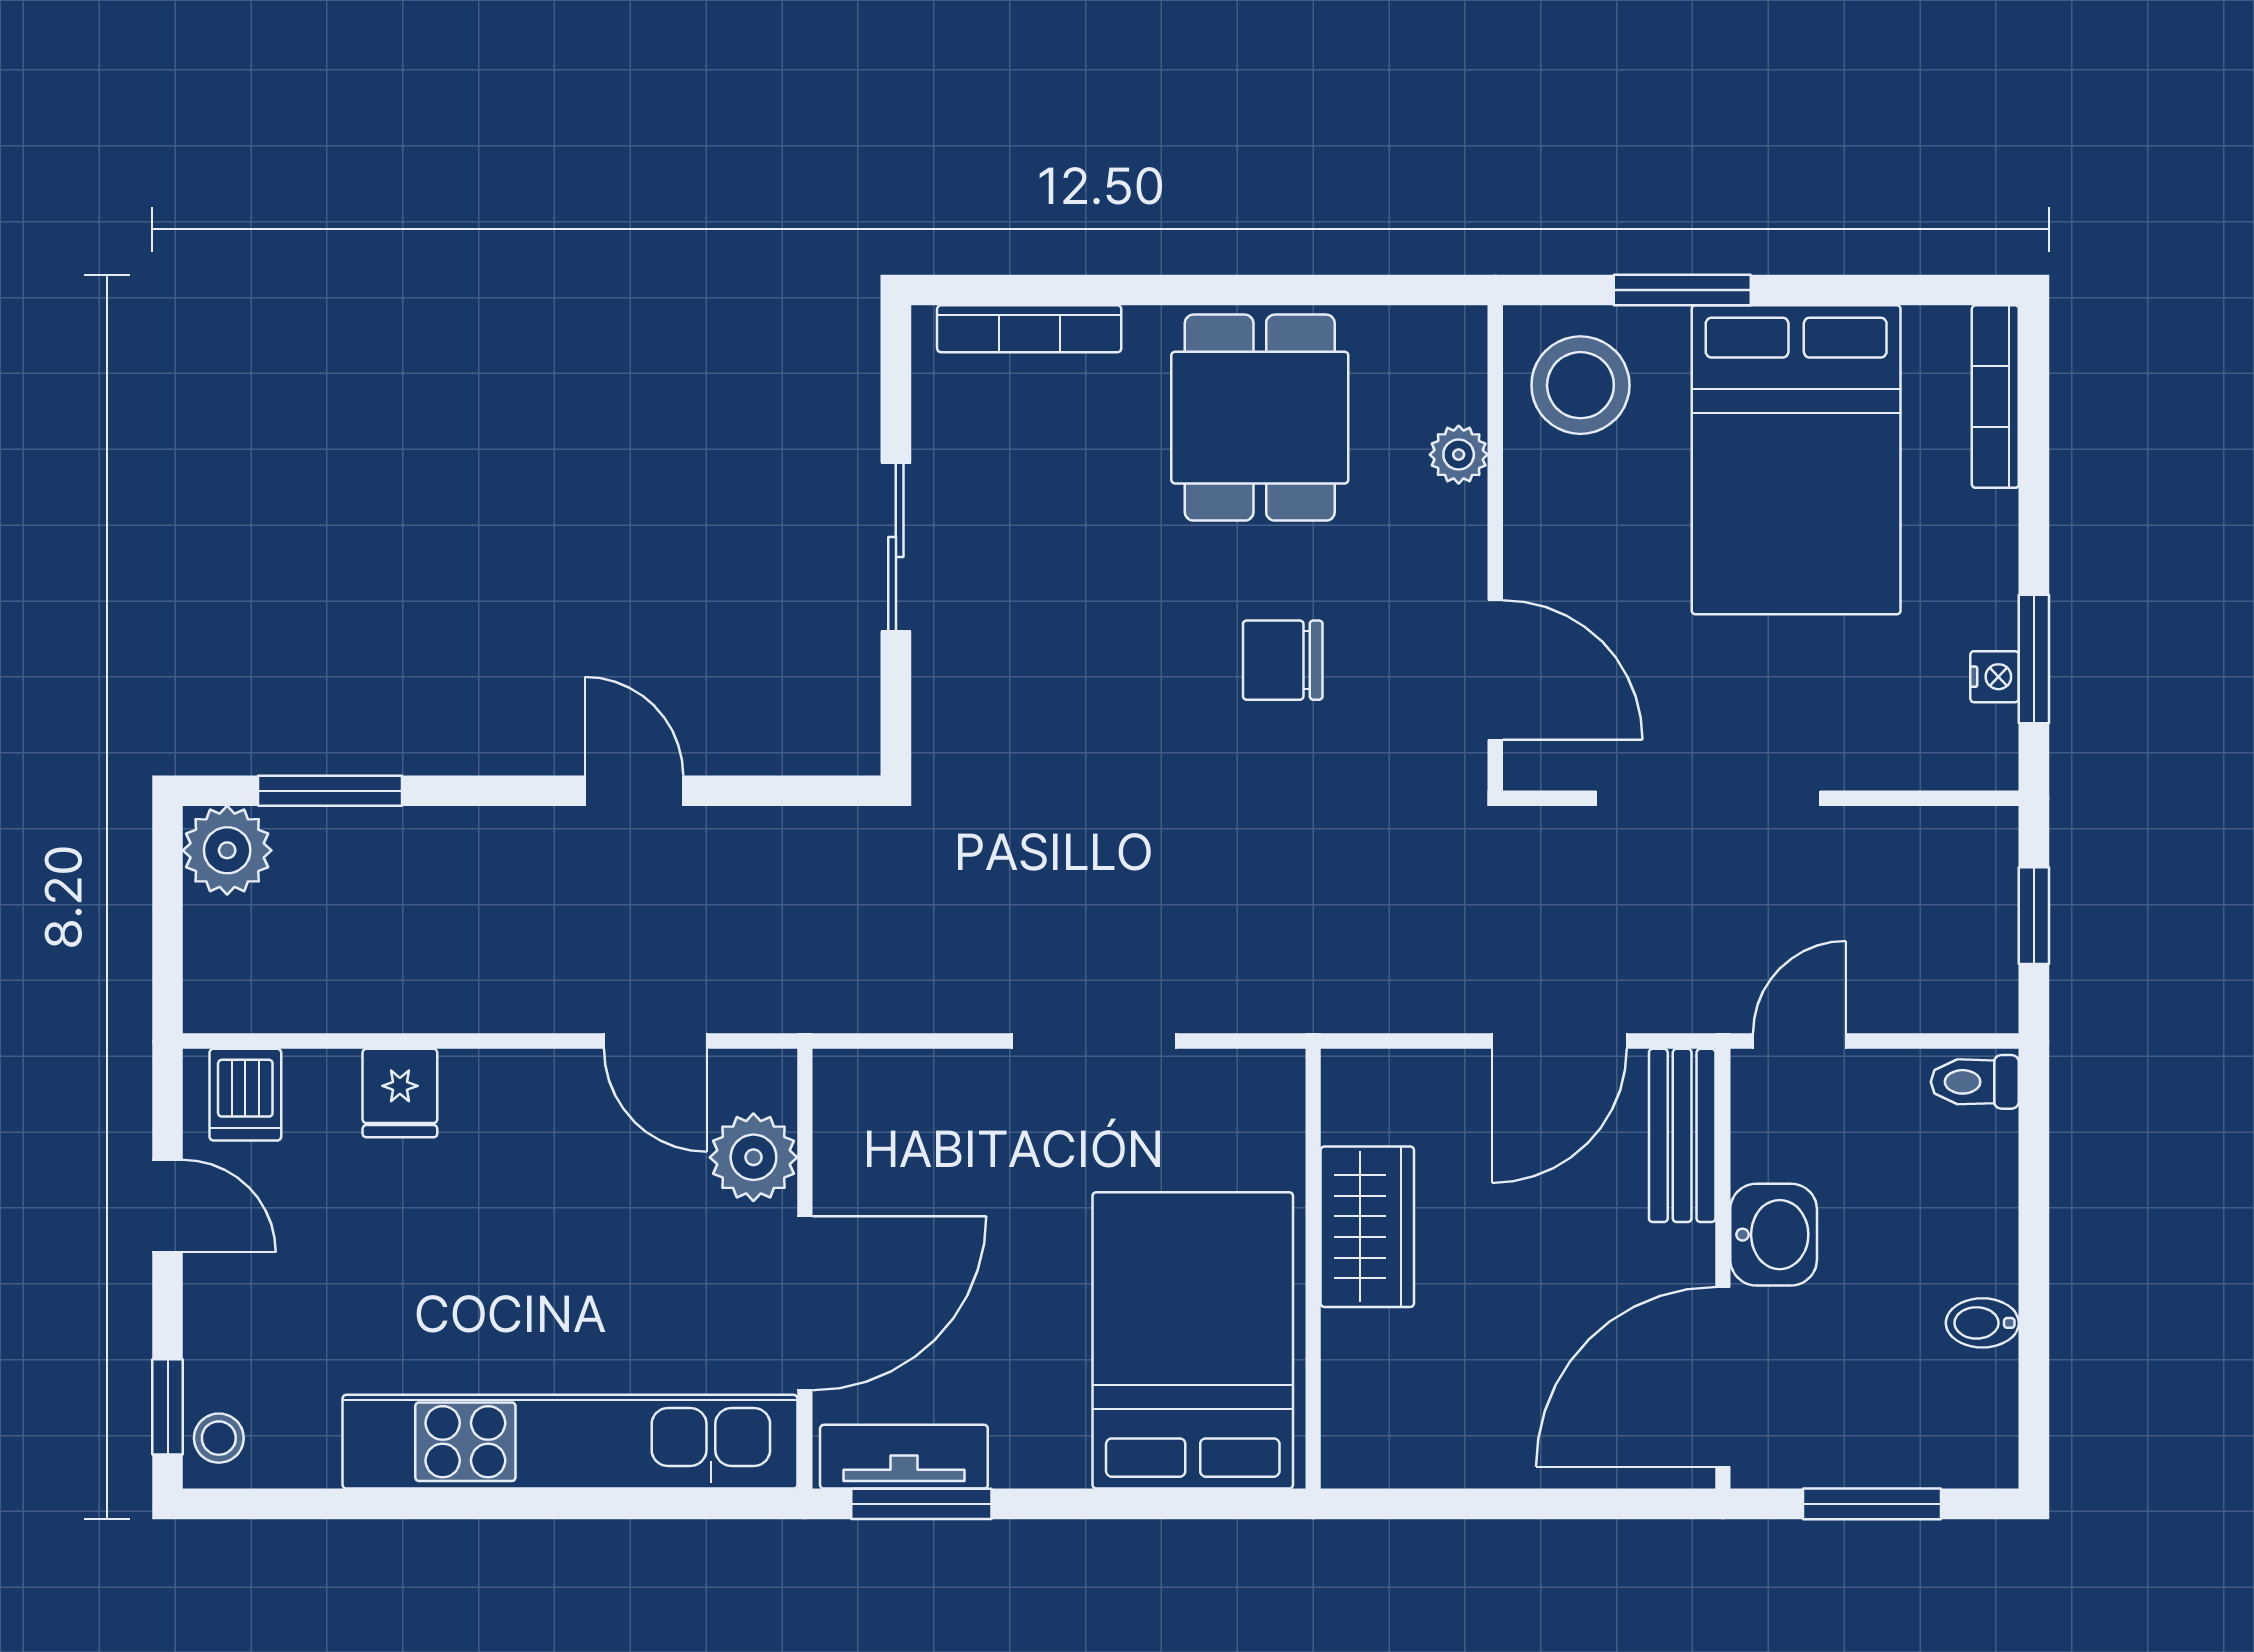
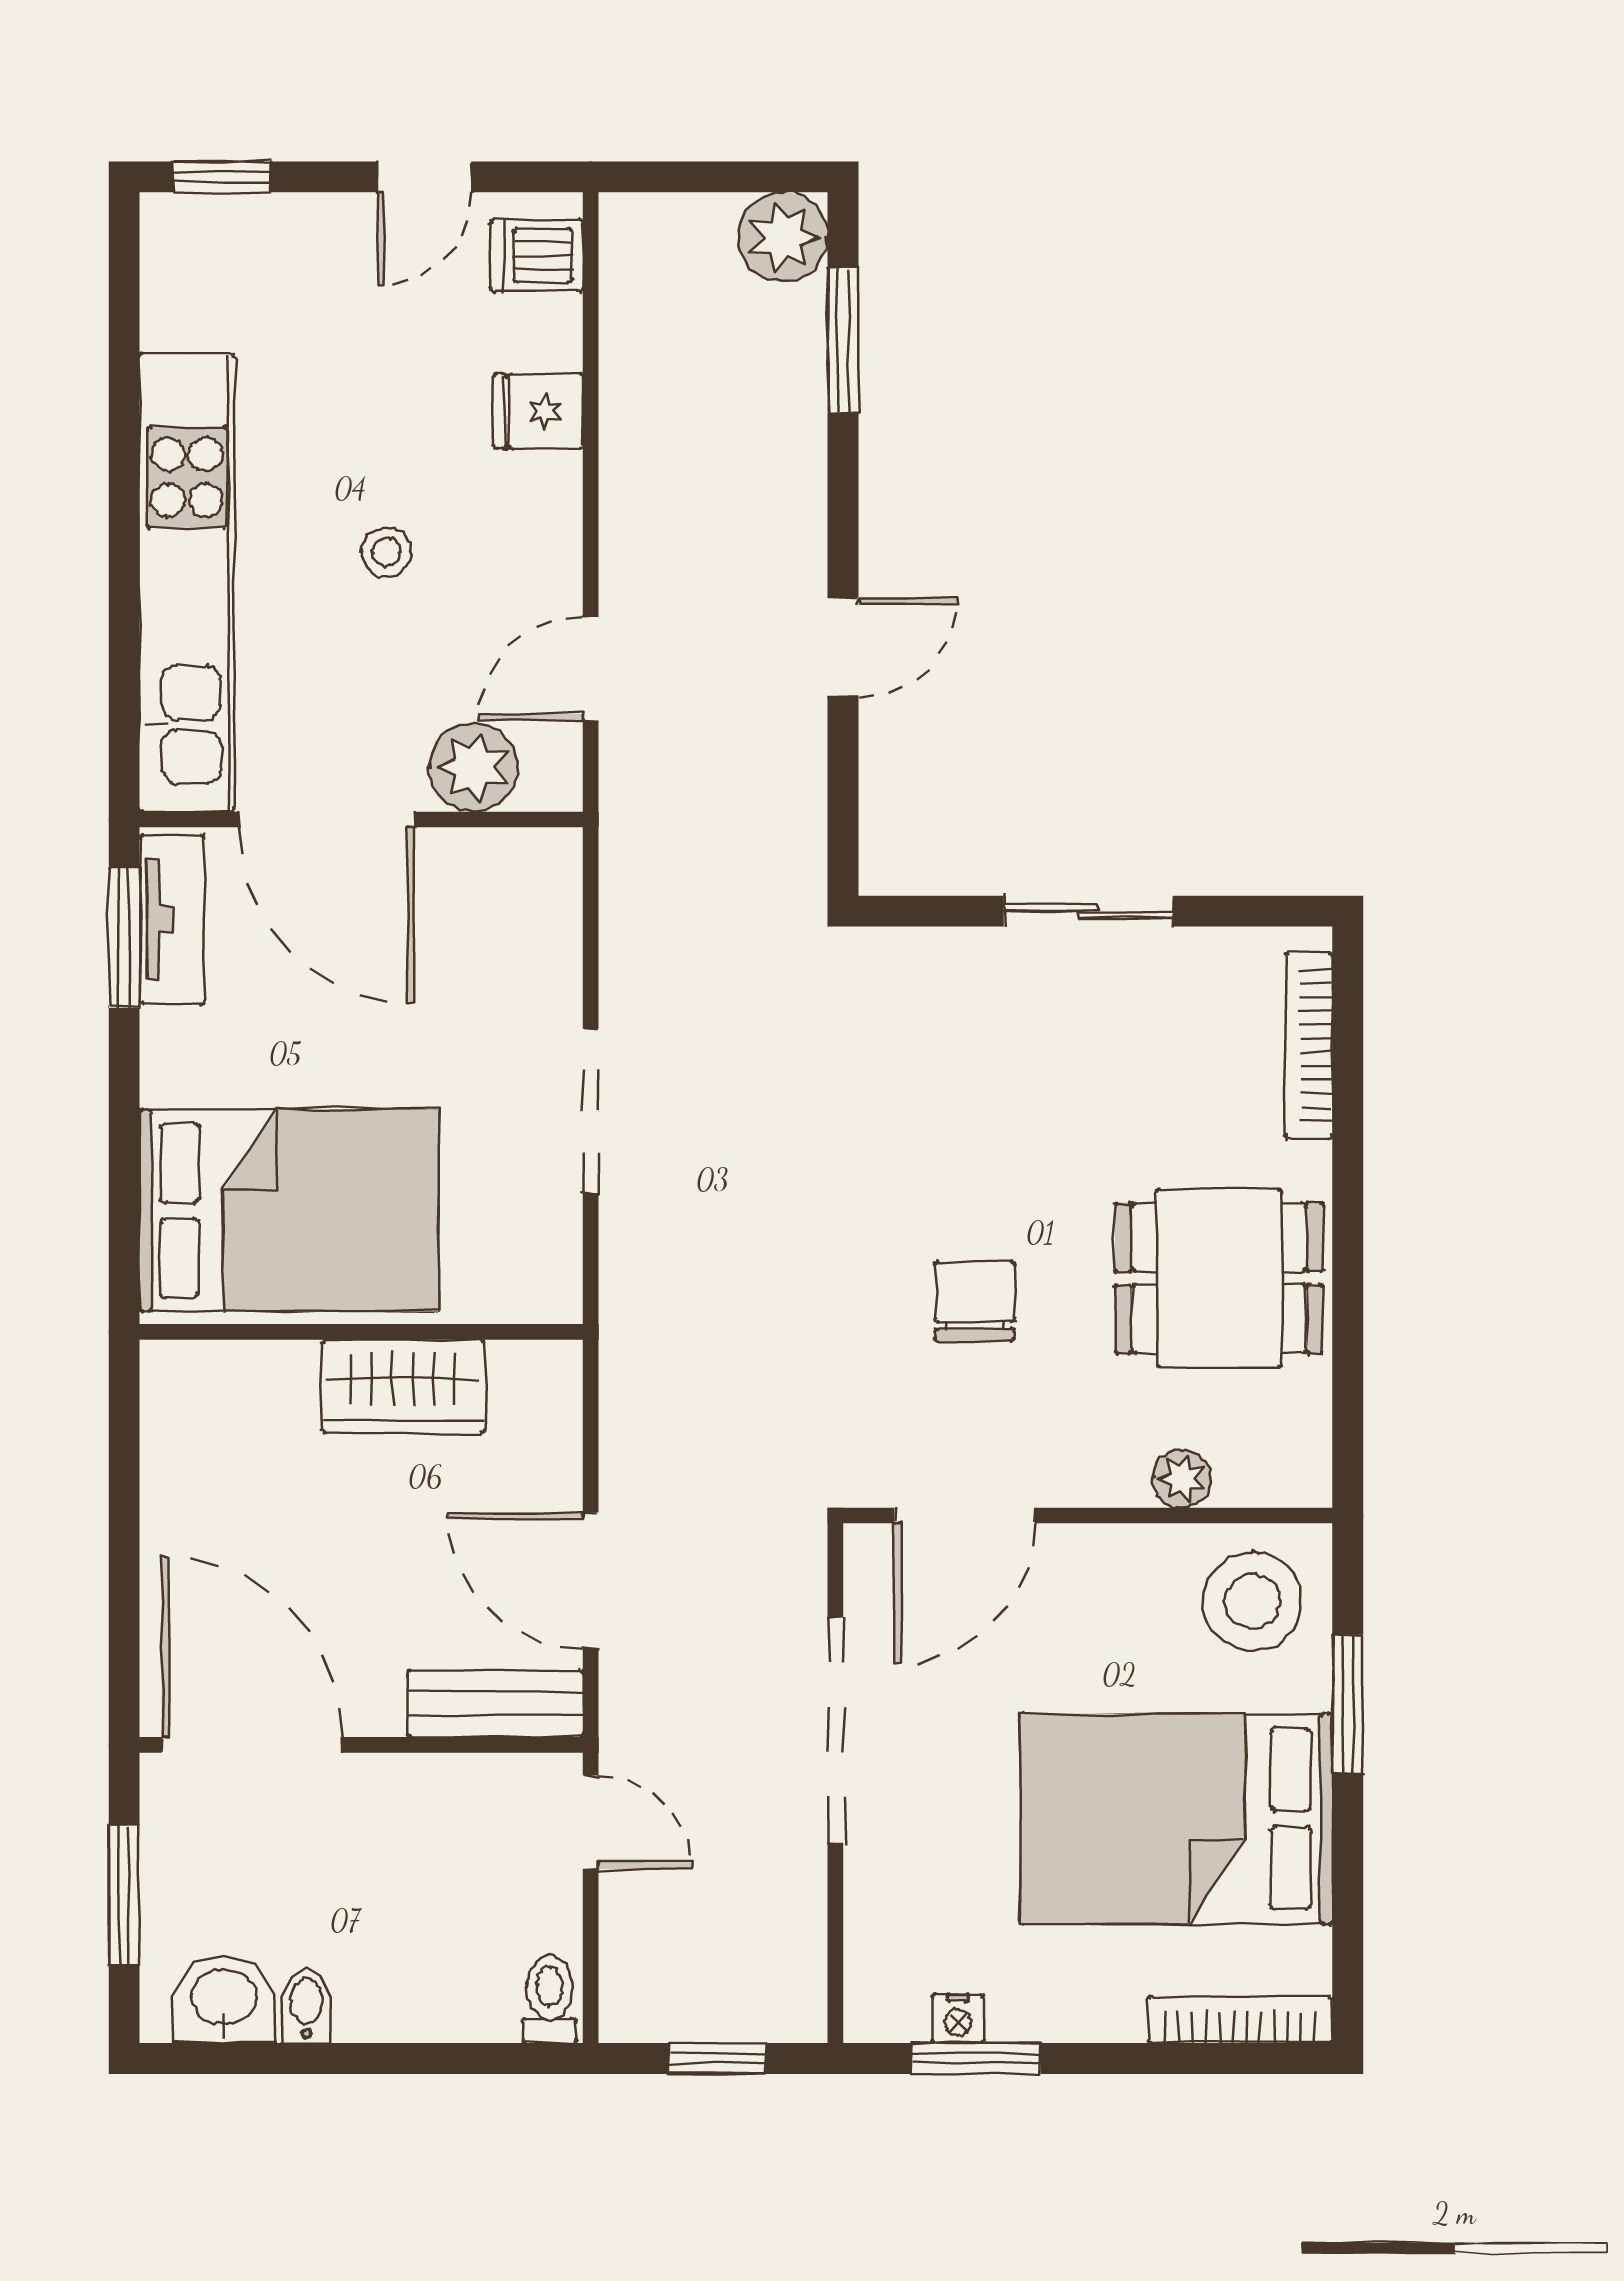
washbasin: (1774, 1235) -> (224, 2000), moved, turned 180
stool: (219, 1438) -> (386, 552), moved

